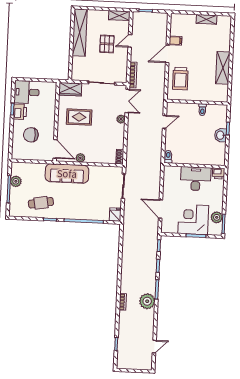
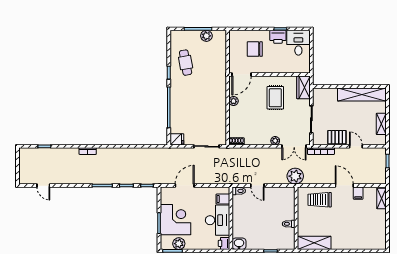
shelving: (119, 16) -> (381, 124), moved
shelving: (206, 19) -> (382, 198), moved
pallet: (107, 44) -> (337, 137), moved
shelving: (223, 68) -> (314, 243), moved
door: (164, 122) -> (257, 186), moved
chair: (31, 135) -> (255, 49), turned -90
washbasin: (221, 135) -> (239, 244), moved
sofa: (67, 173) -> (217, 88), removed
filing cabinet: (175, 173) -> (223, 199), added
plant: (147, 301) -> (295, 176), moved

